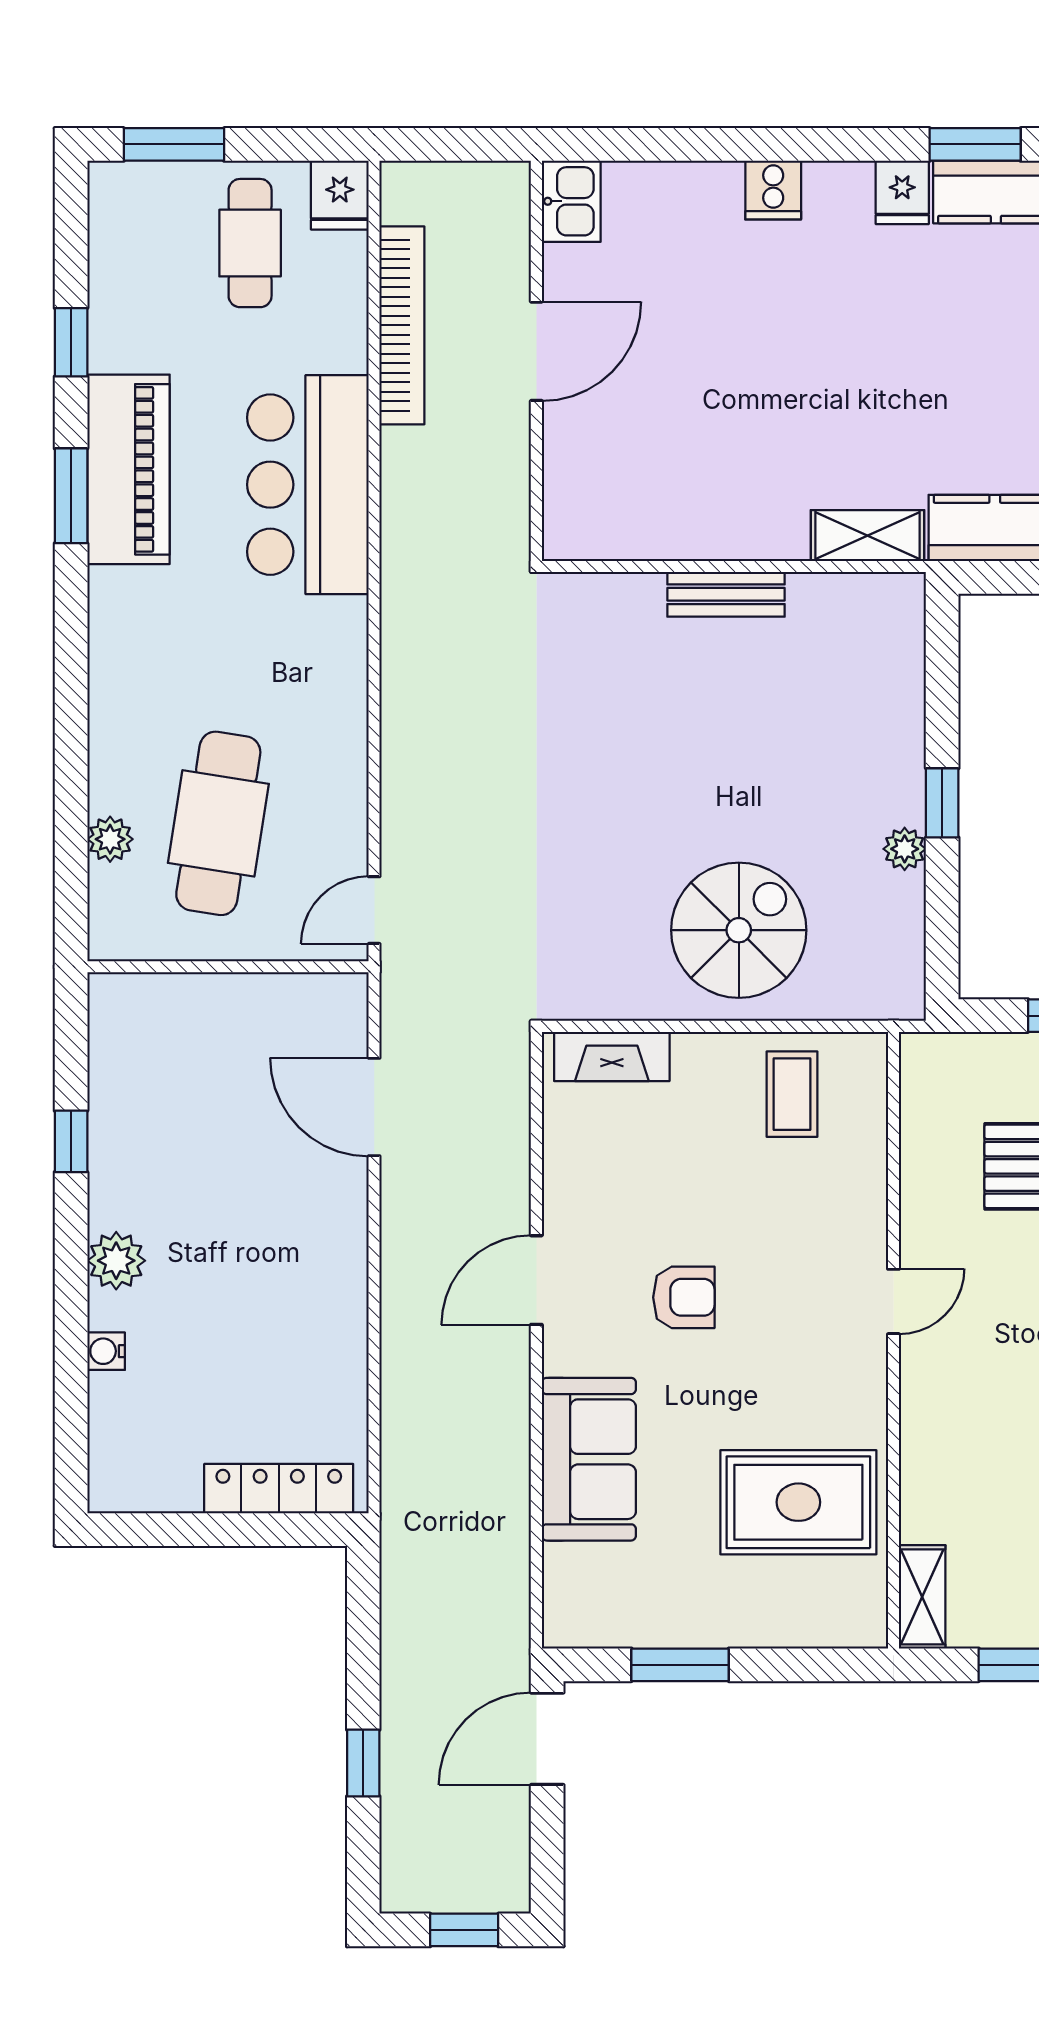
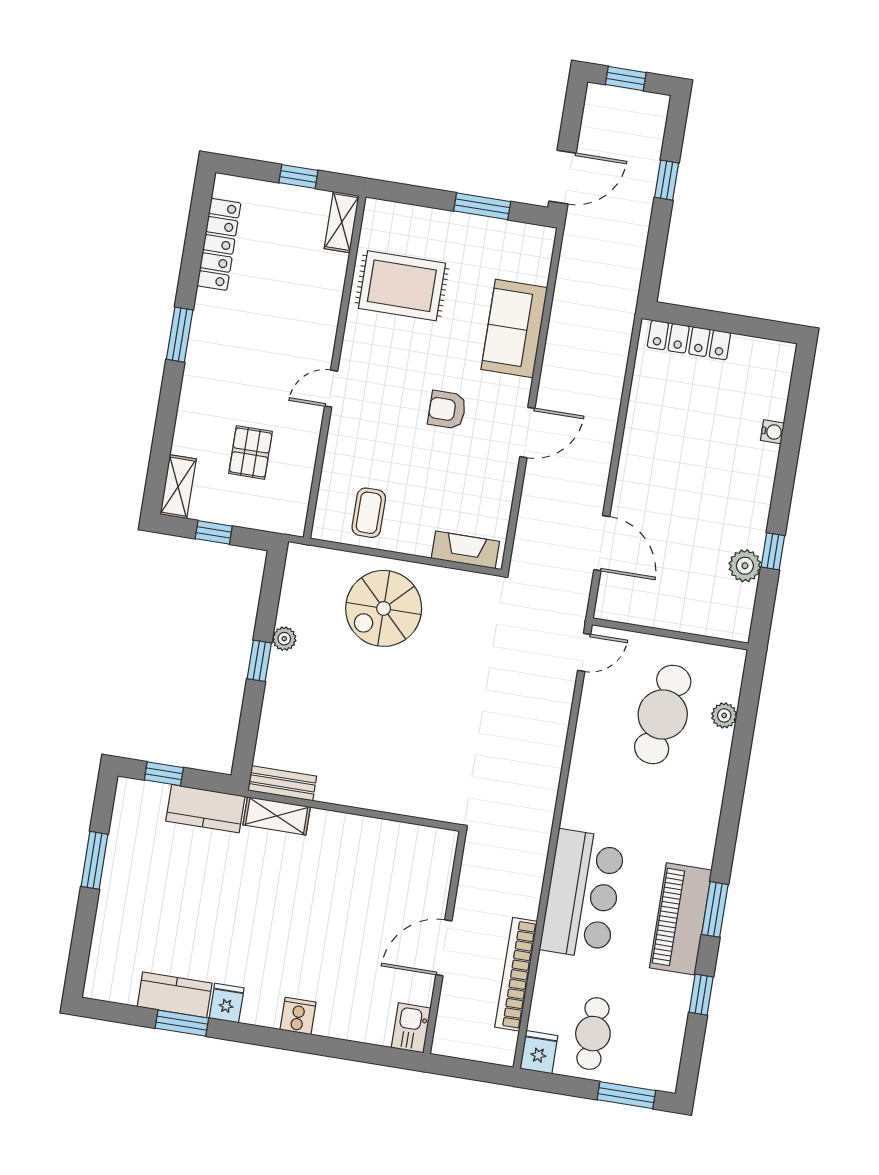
bench: (726, 594) -> (282, 783), moved
plant: (116, 1261) -> (745, 566), moved

